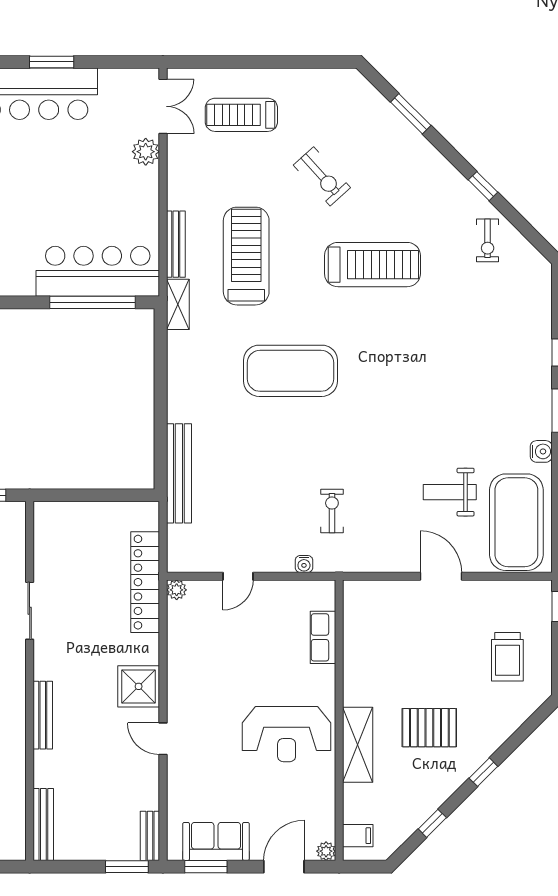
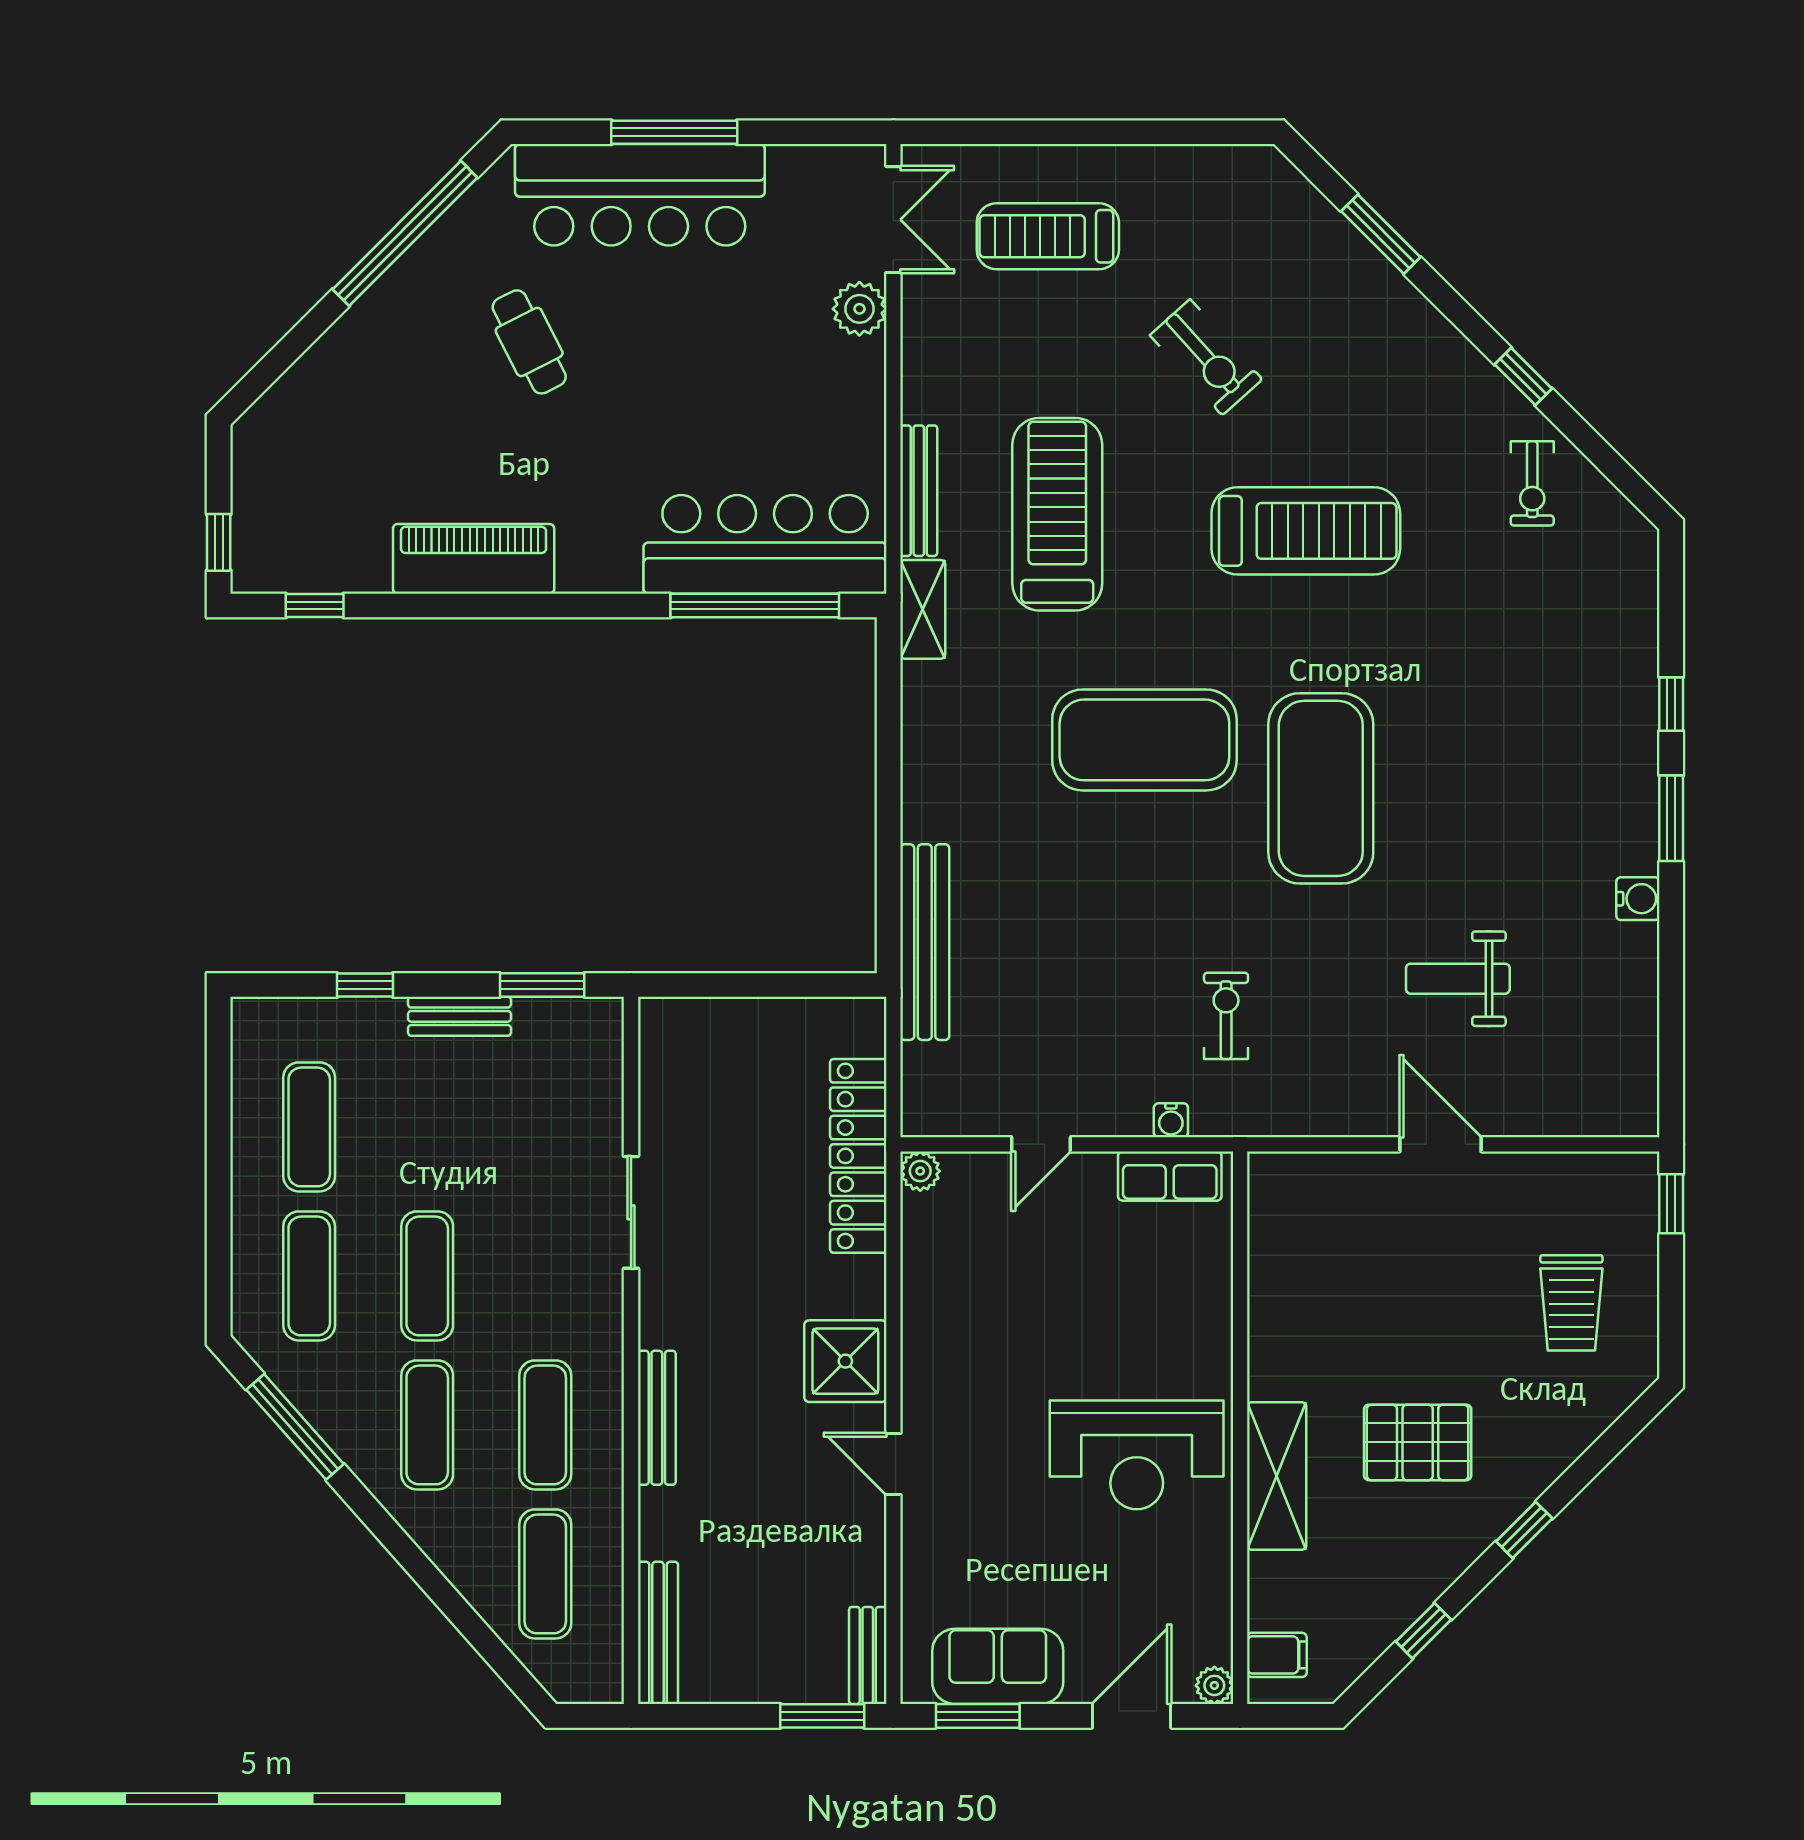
window: (52, 62) -> (674, 132), width x1.44
exercise mat: (516, 522) -> (1321, 788), moved
row of seats: (323, 637) -> (1170, 1176), moved, turned -90

